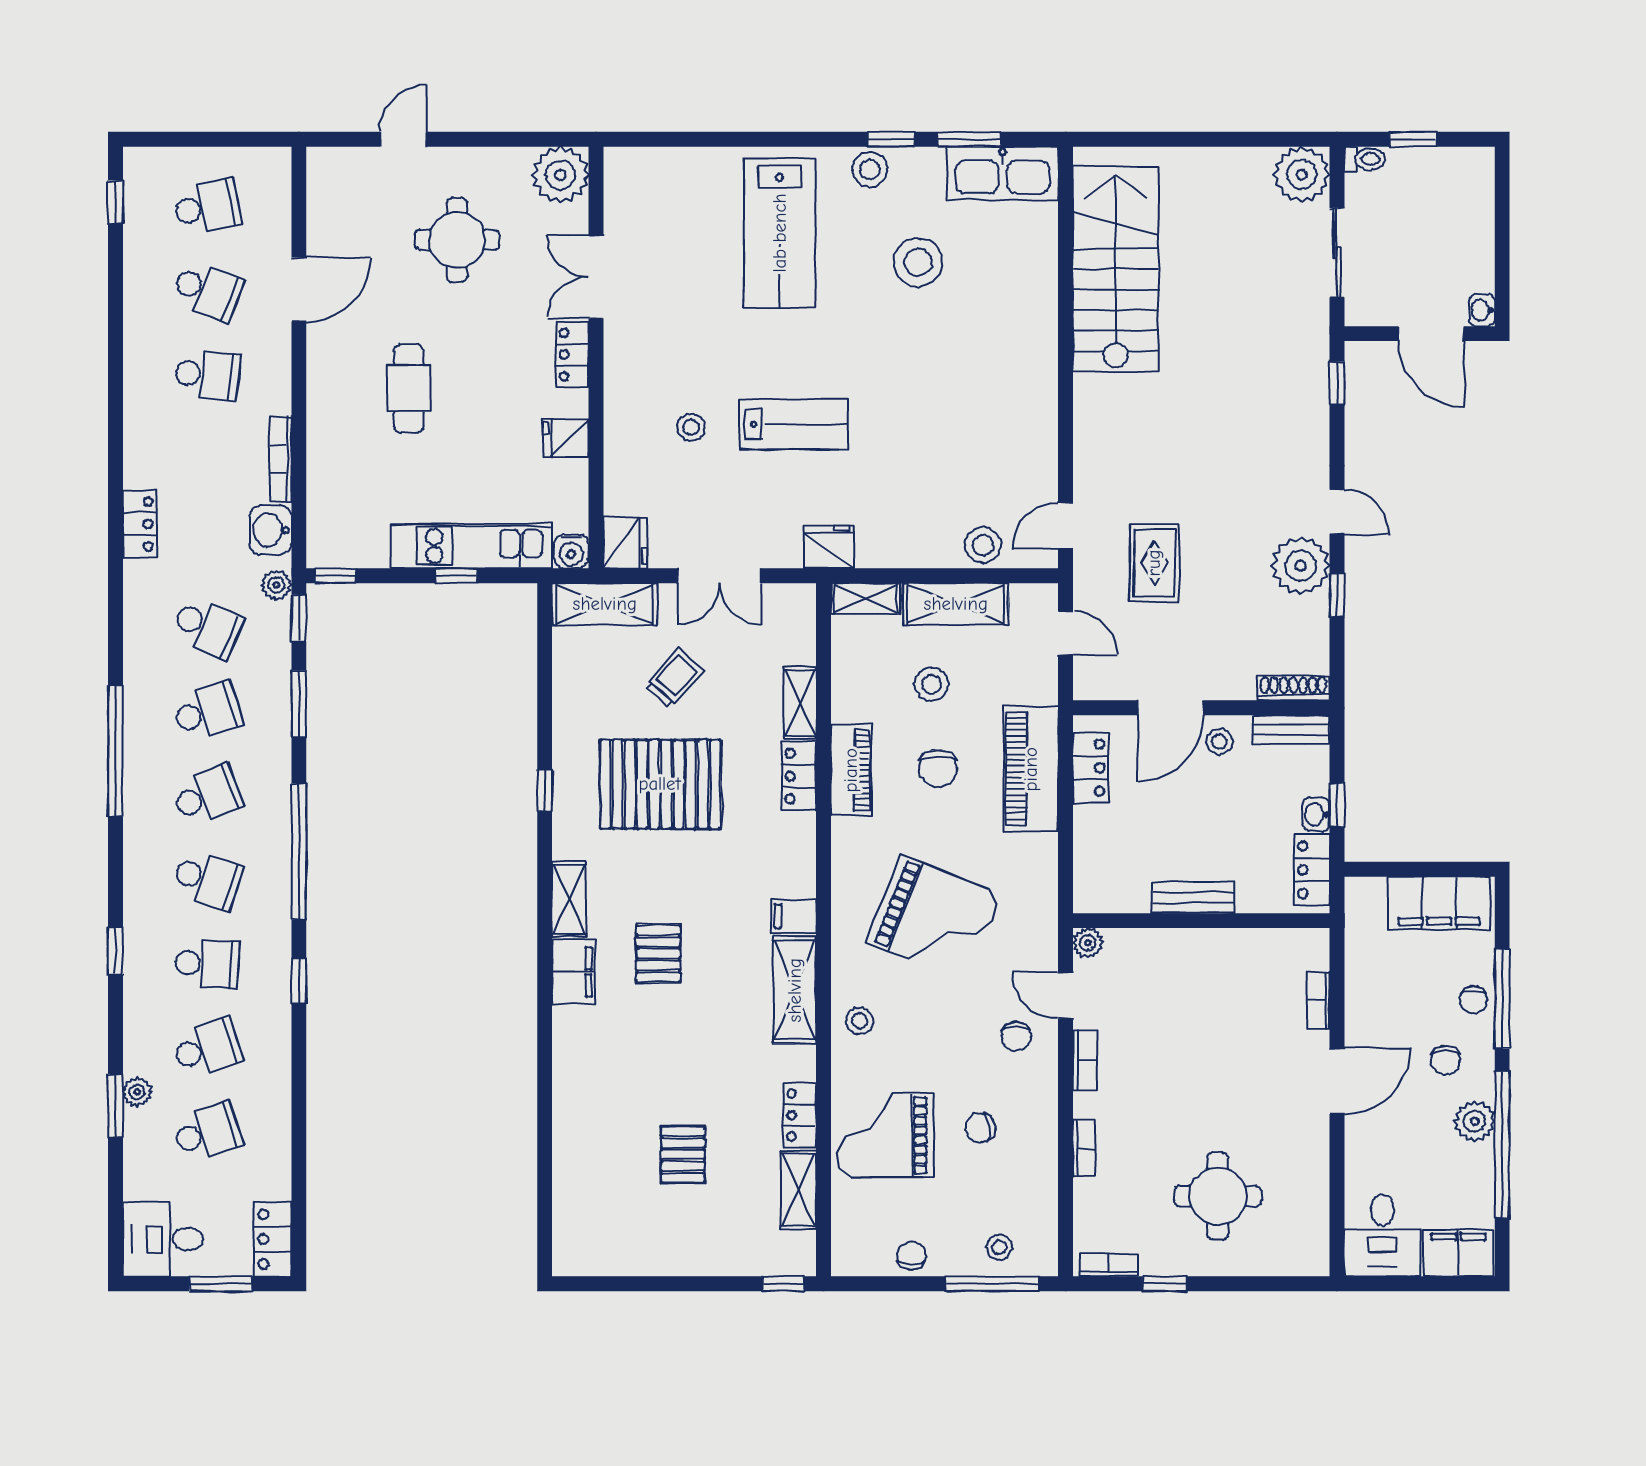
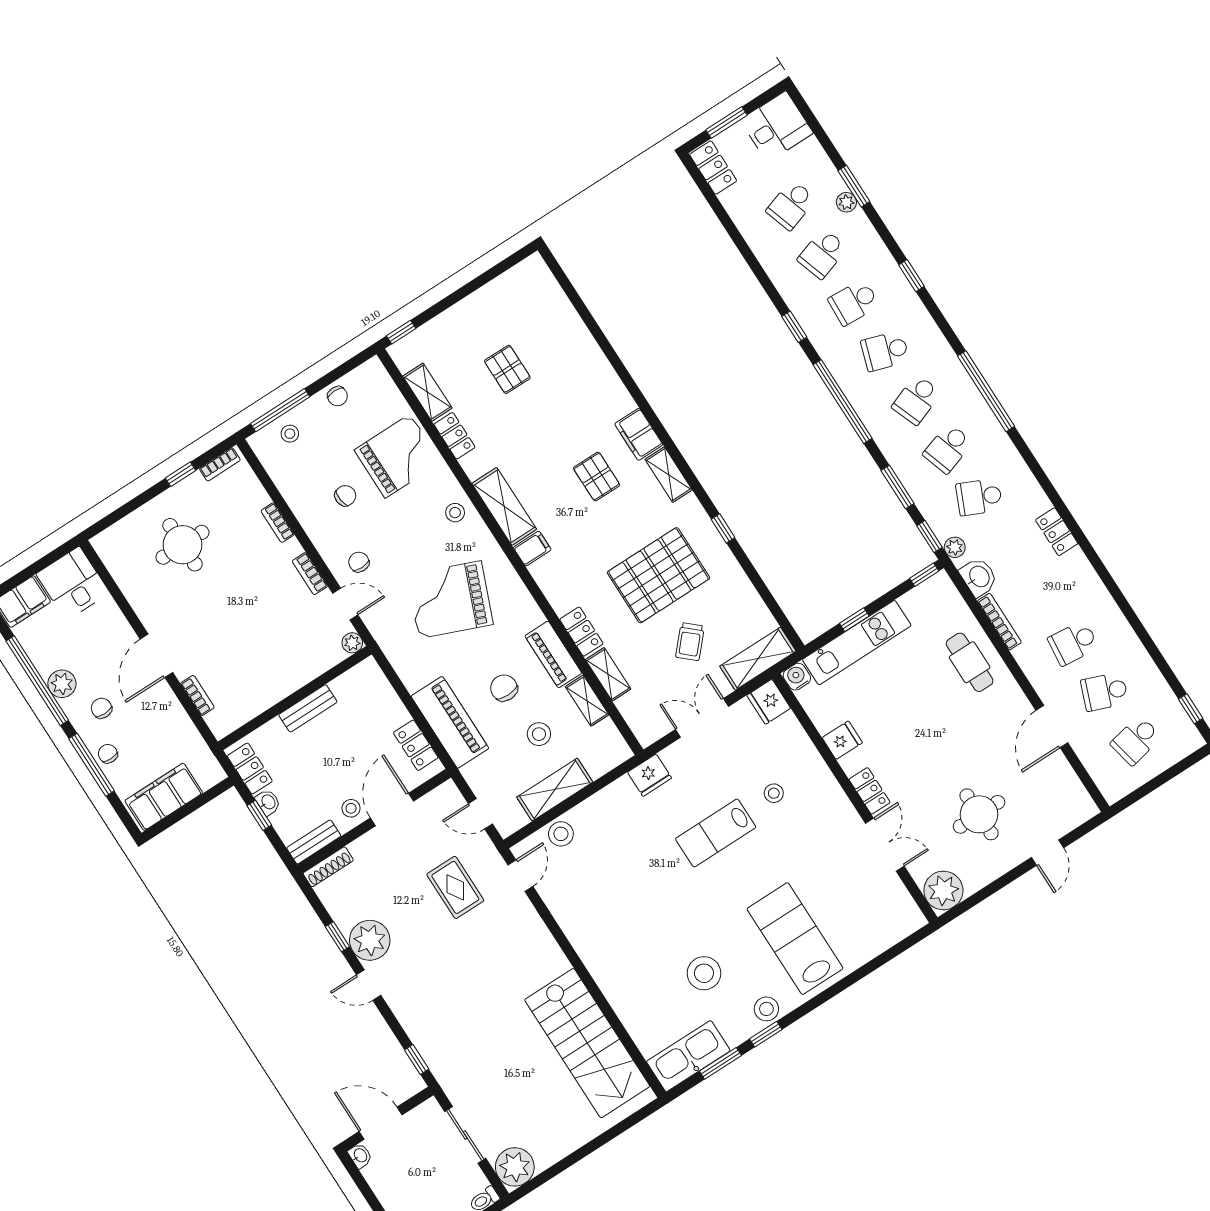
cafe table: (409, 389) -> (970, 662), moved
shelving: (866, 599) -> (587, 701), moved, turned 90

